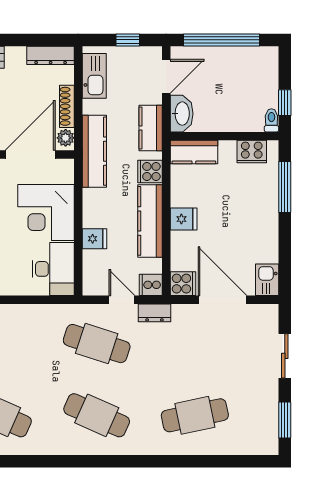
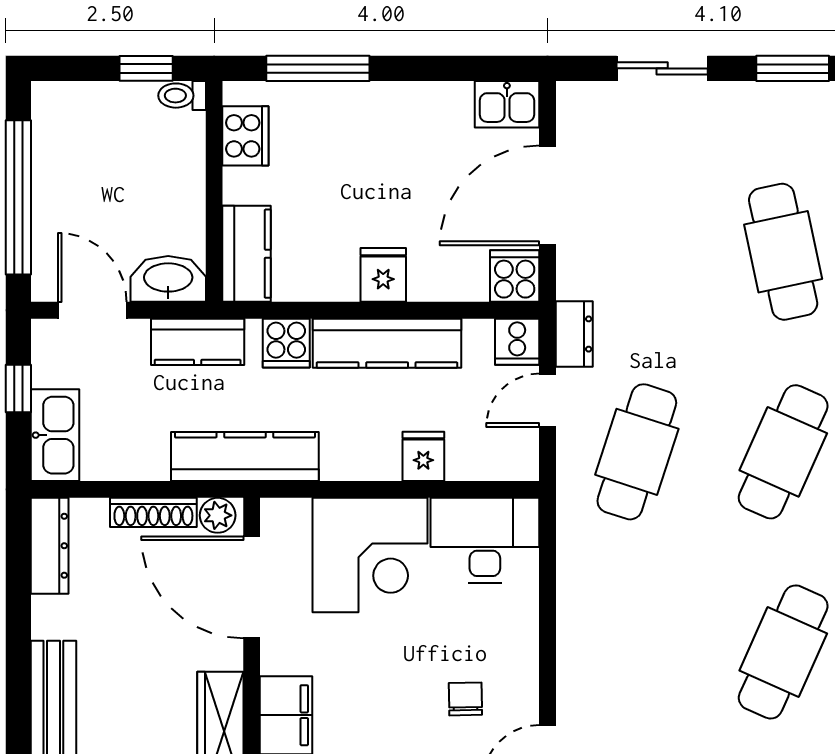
kitchen sink: (94, 76) -> (55, 435), moved, turned 90

